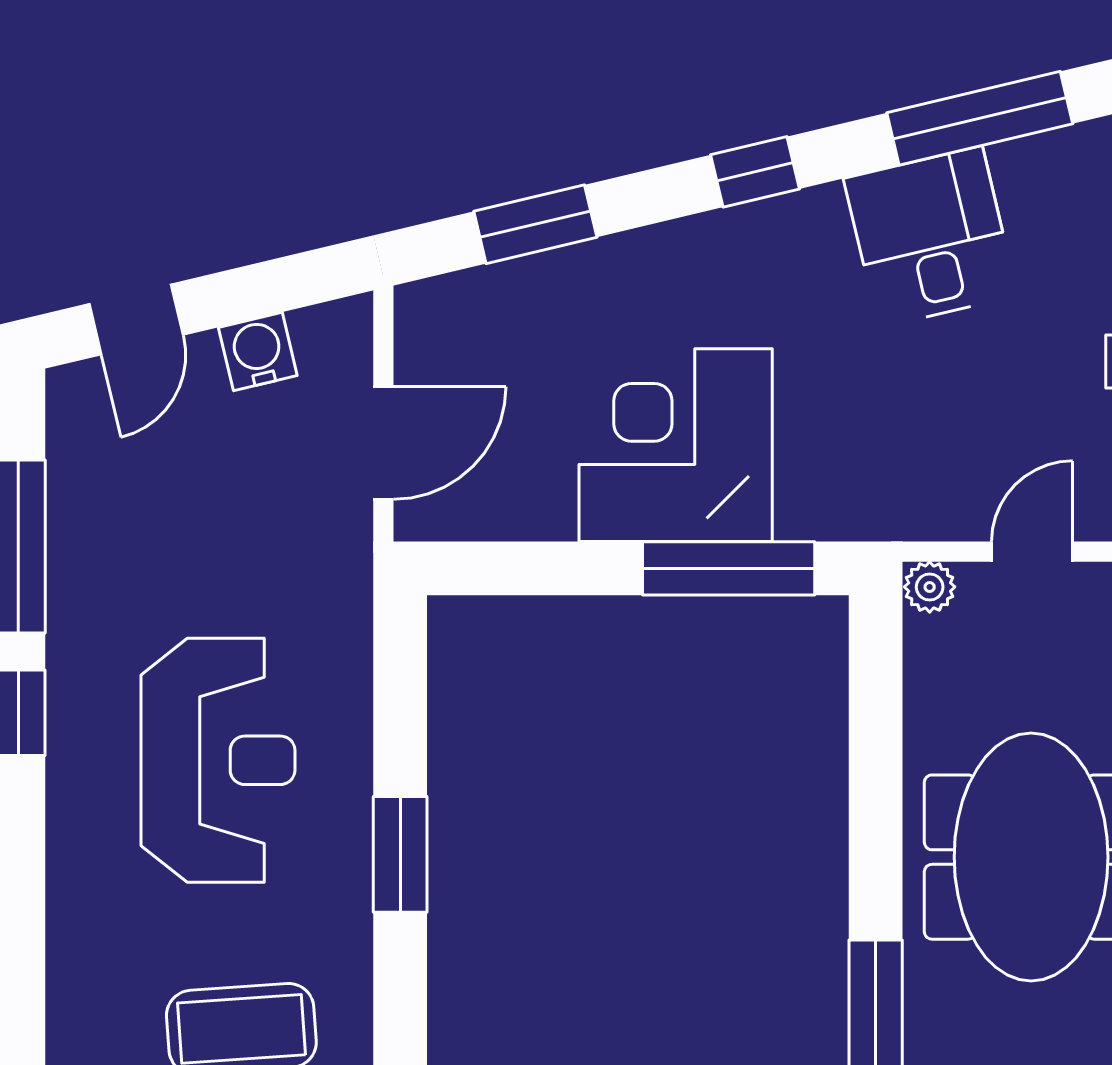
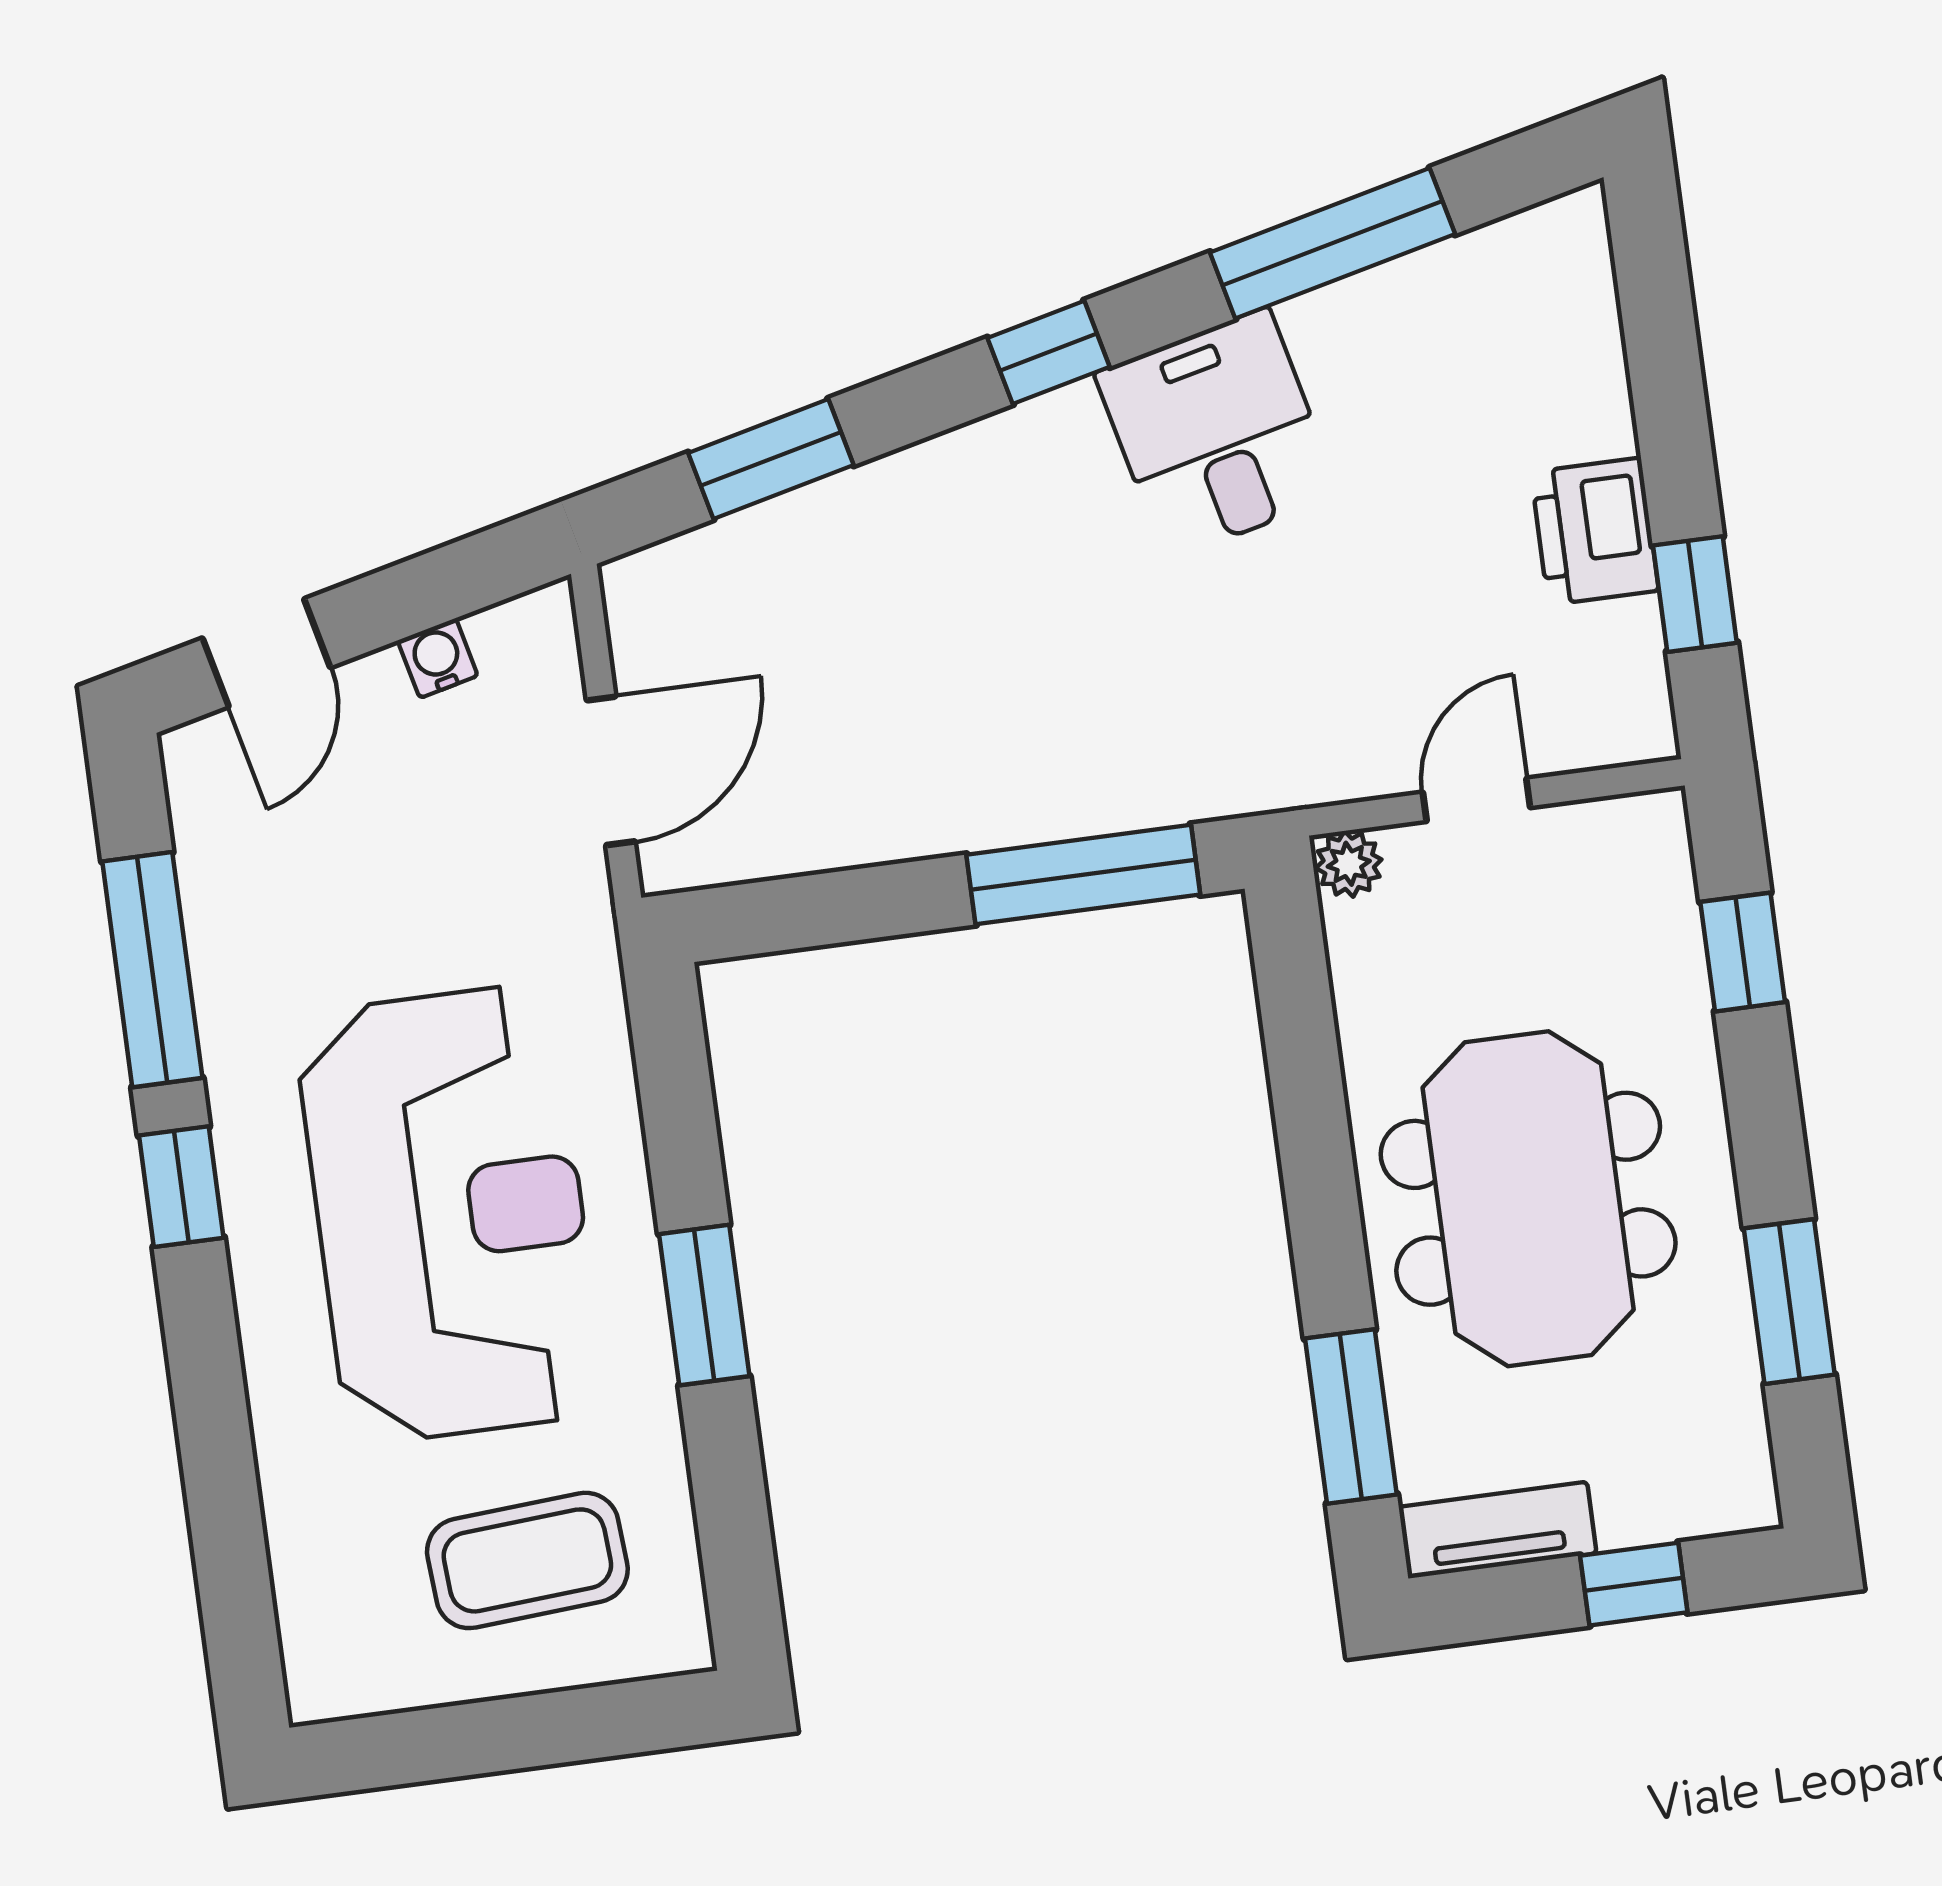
desk: (930, 237) -> (1217, 434), moved
water cooler: (258, 352) -> (438, 658), width x0.72, depth x0.72
corner desk: (676, 445) -> (993, 723), removed
reception desk: (218, 760) -> (450, 1214), width x1.36, depth x1.30

